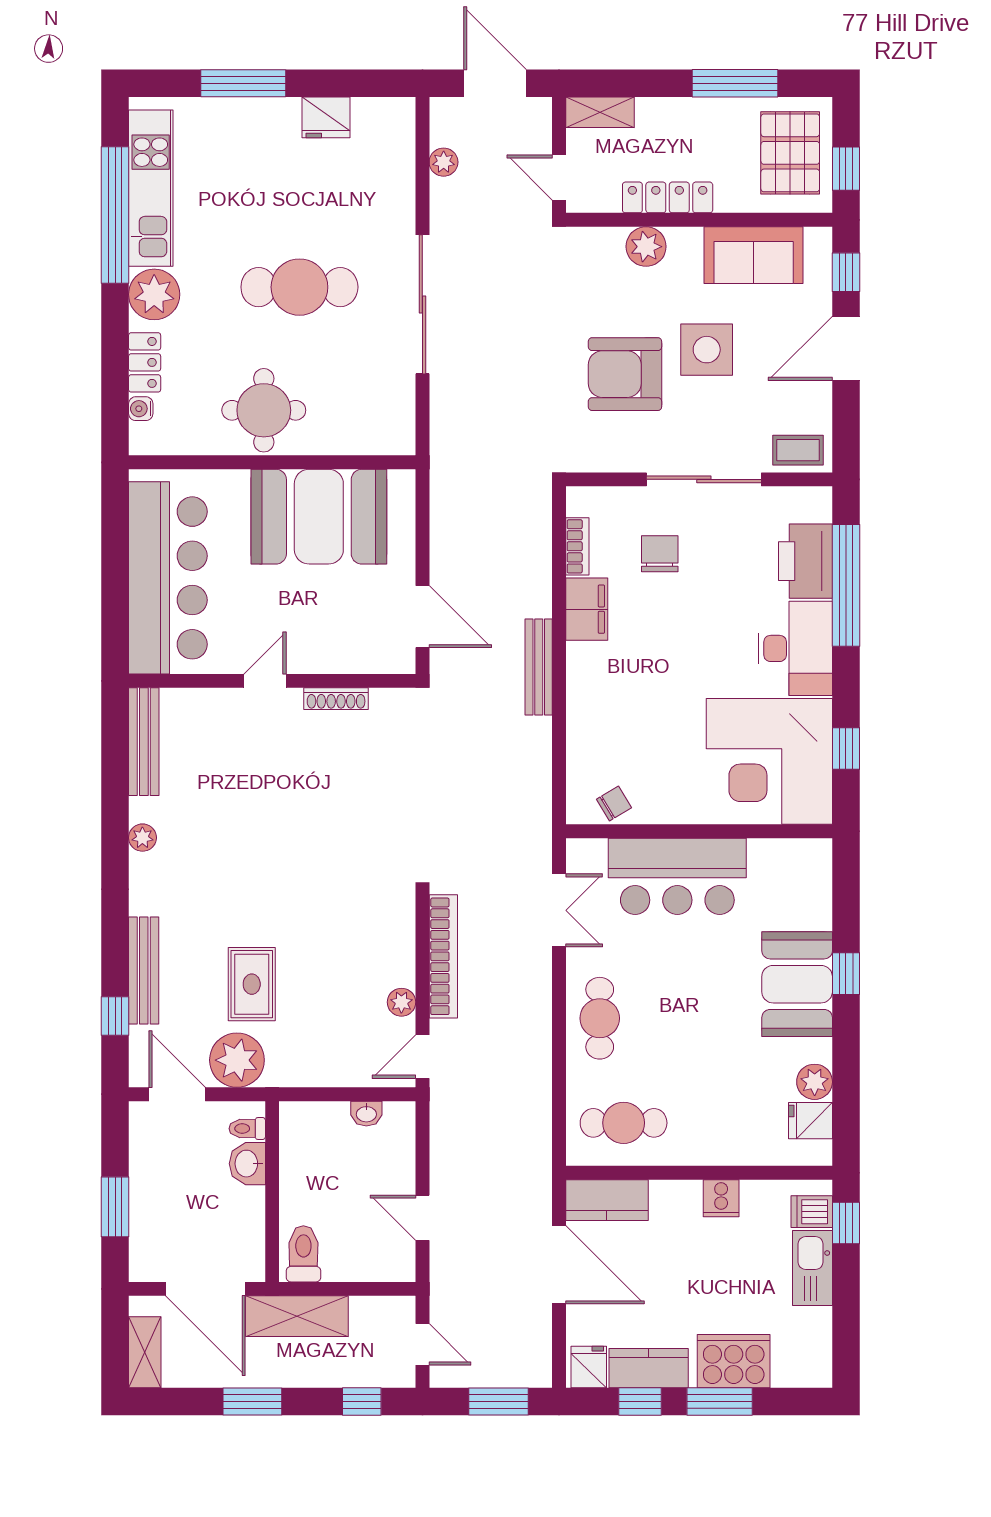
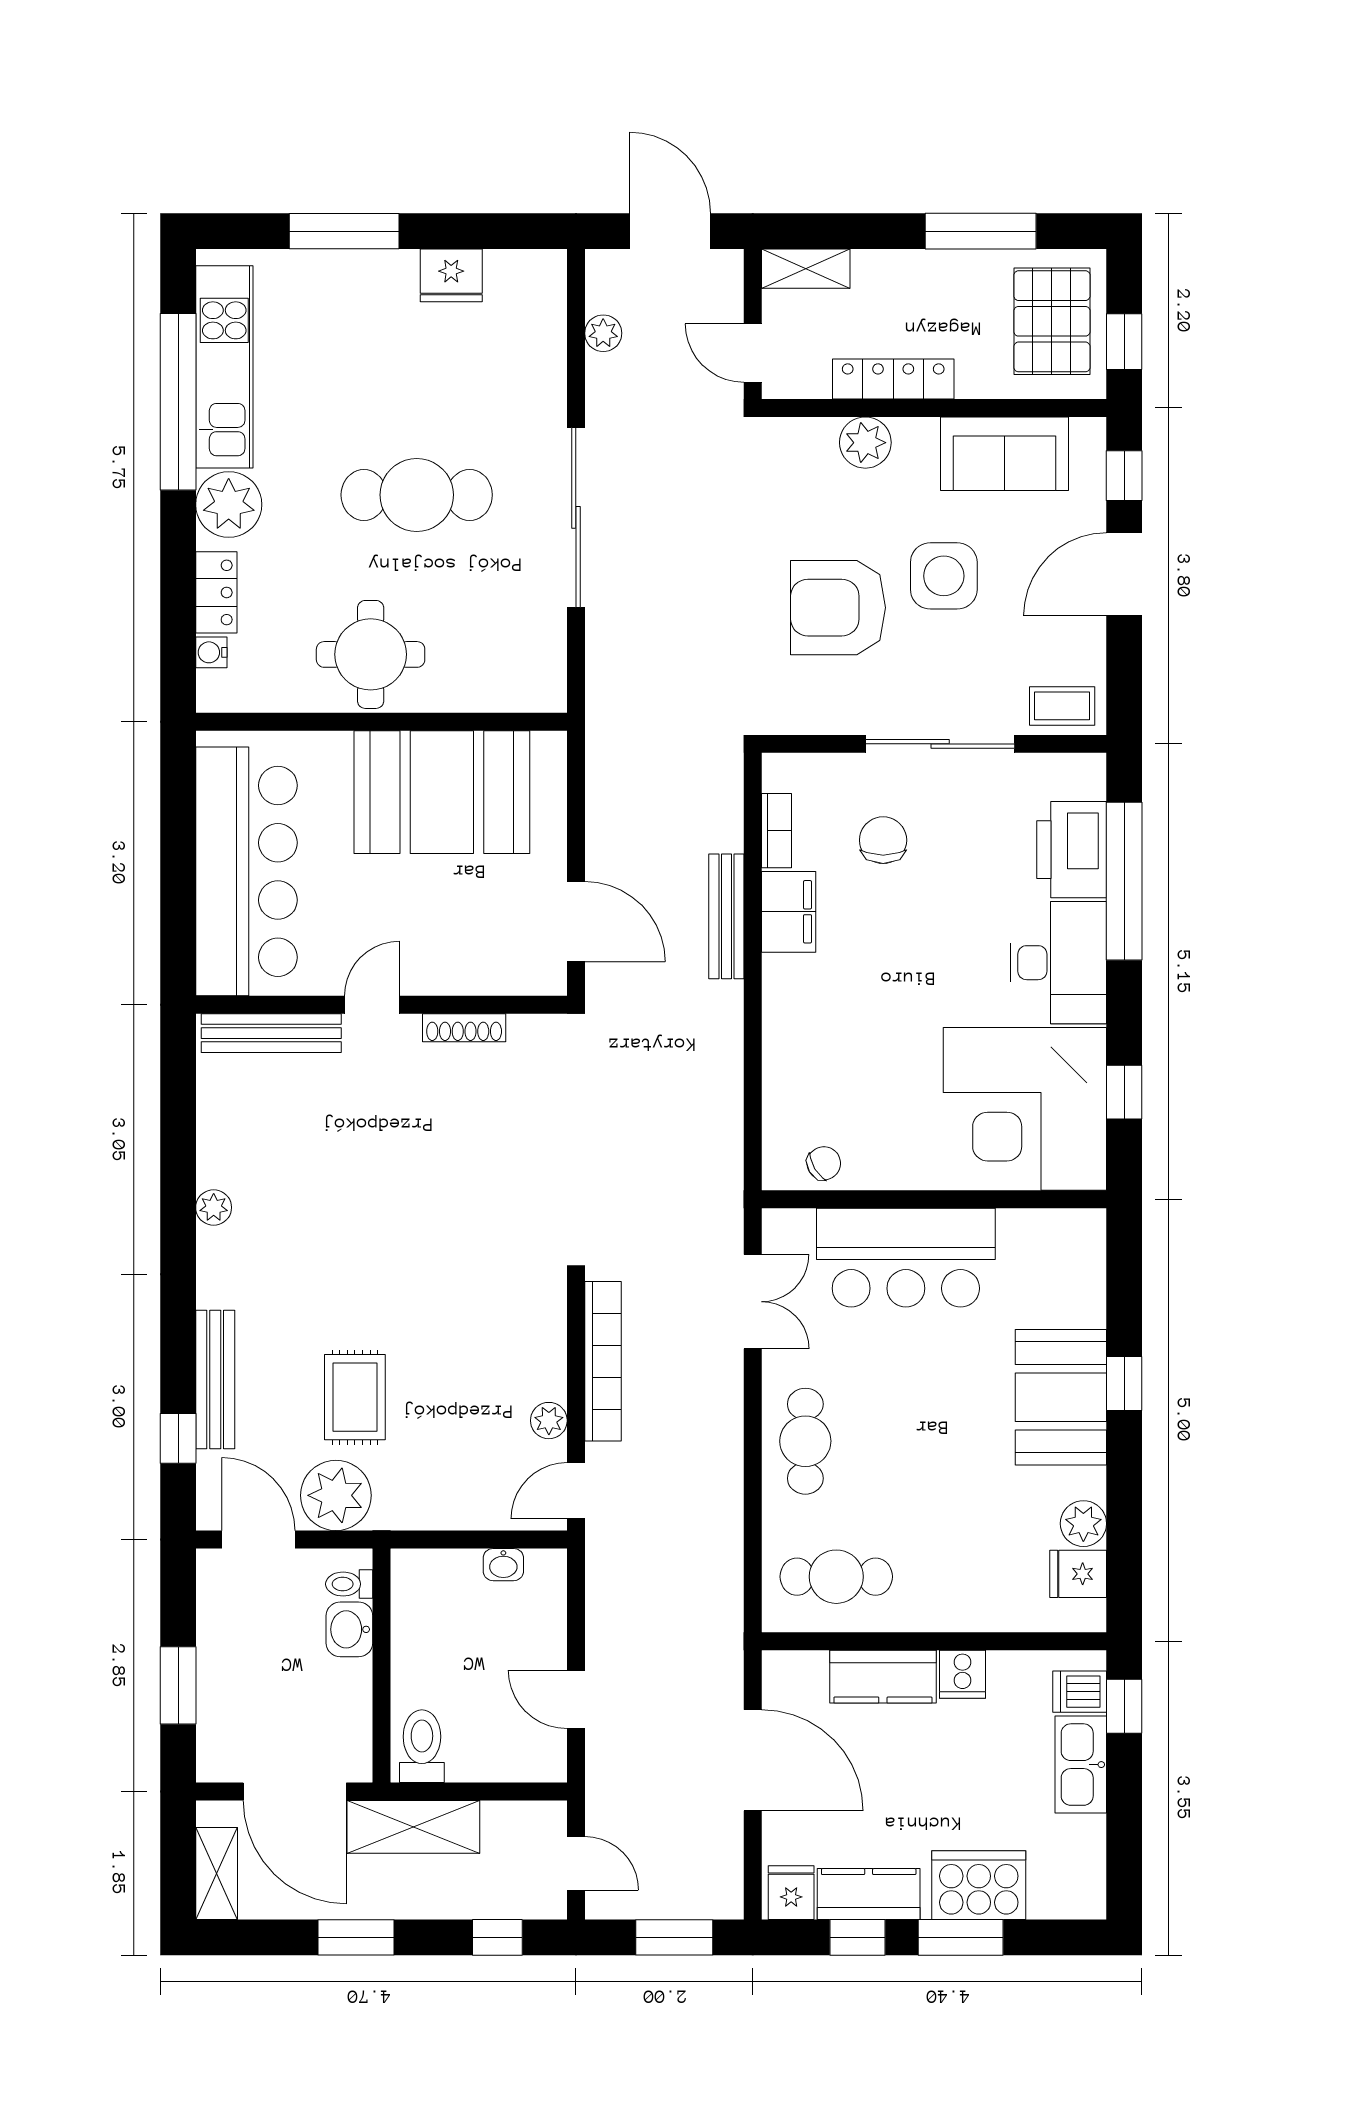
bench: (539, 667) -> (726, 916), moved
bench: (144, 742) -> (271, 1033), moved, turned 90
kitchen counter: (607, 1200) -> (883, 1677), moved

